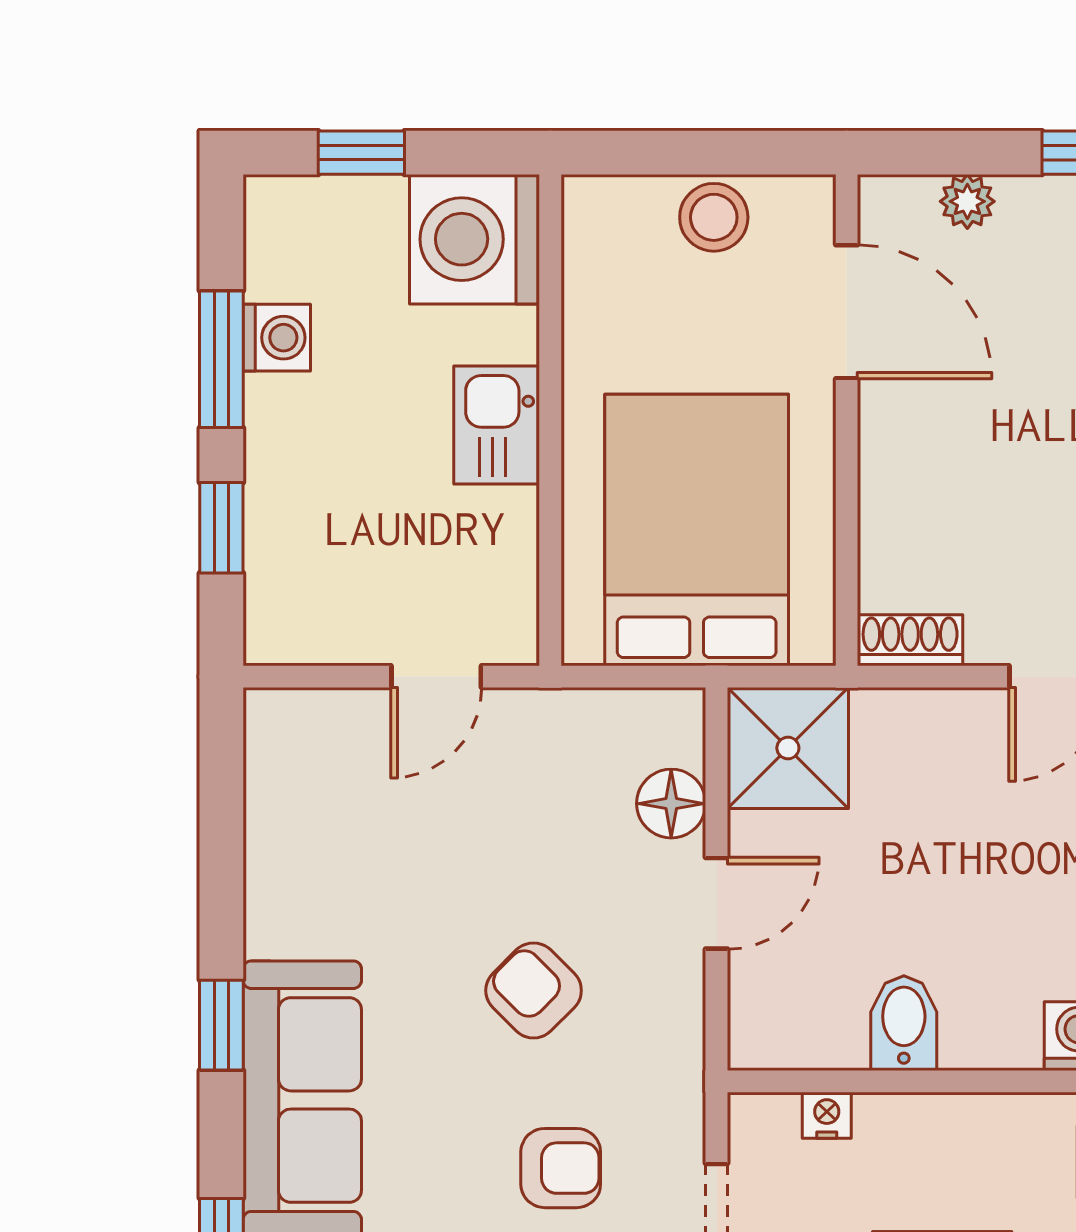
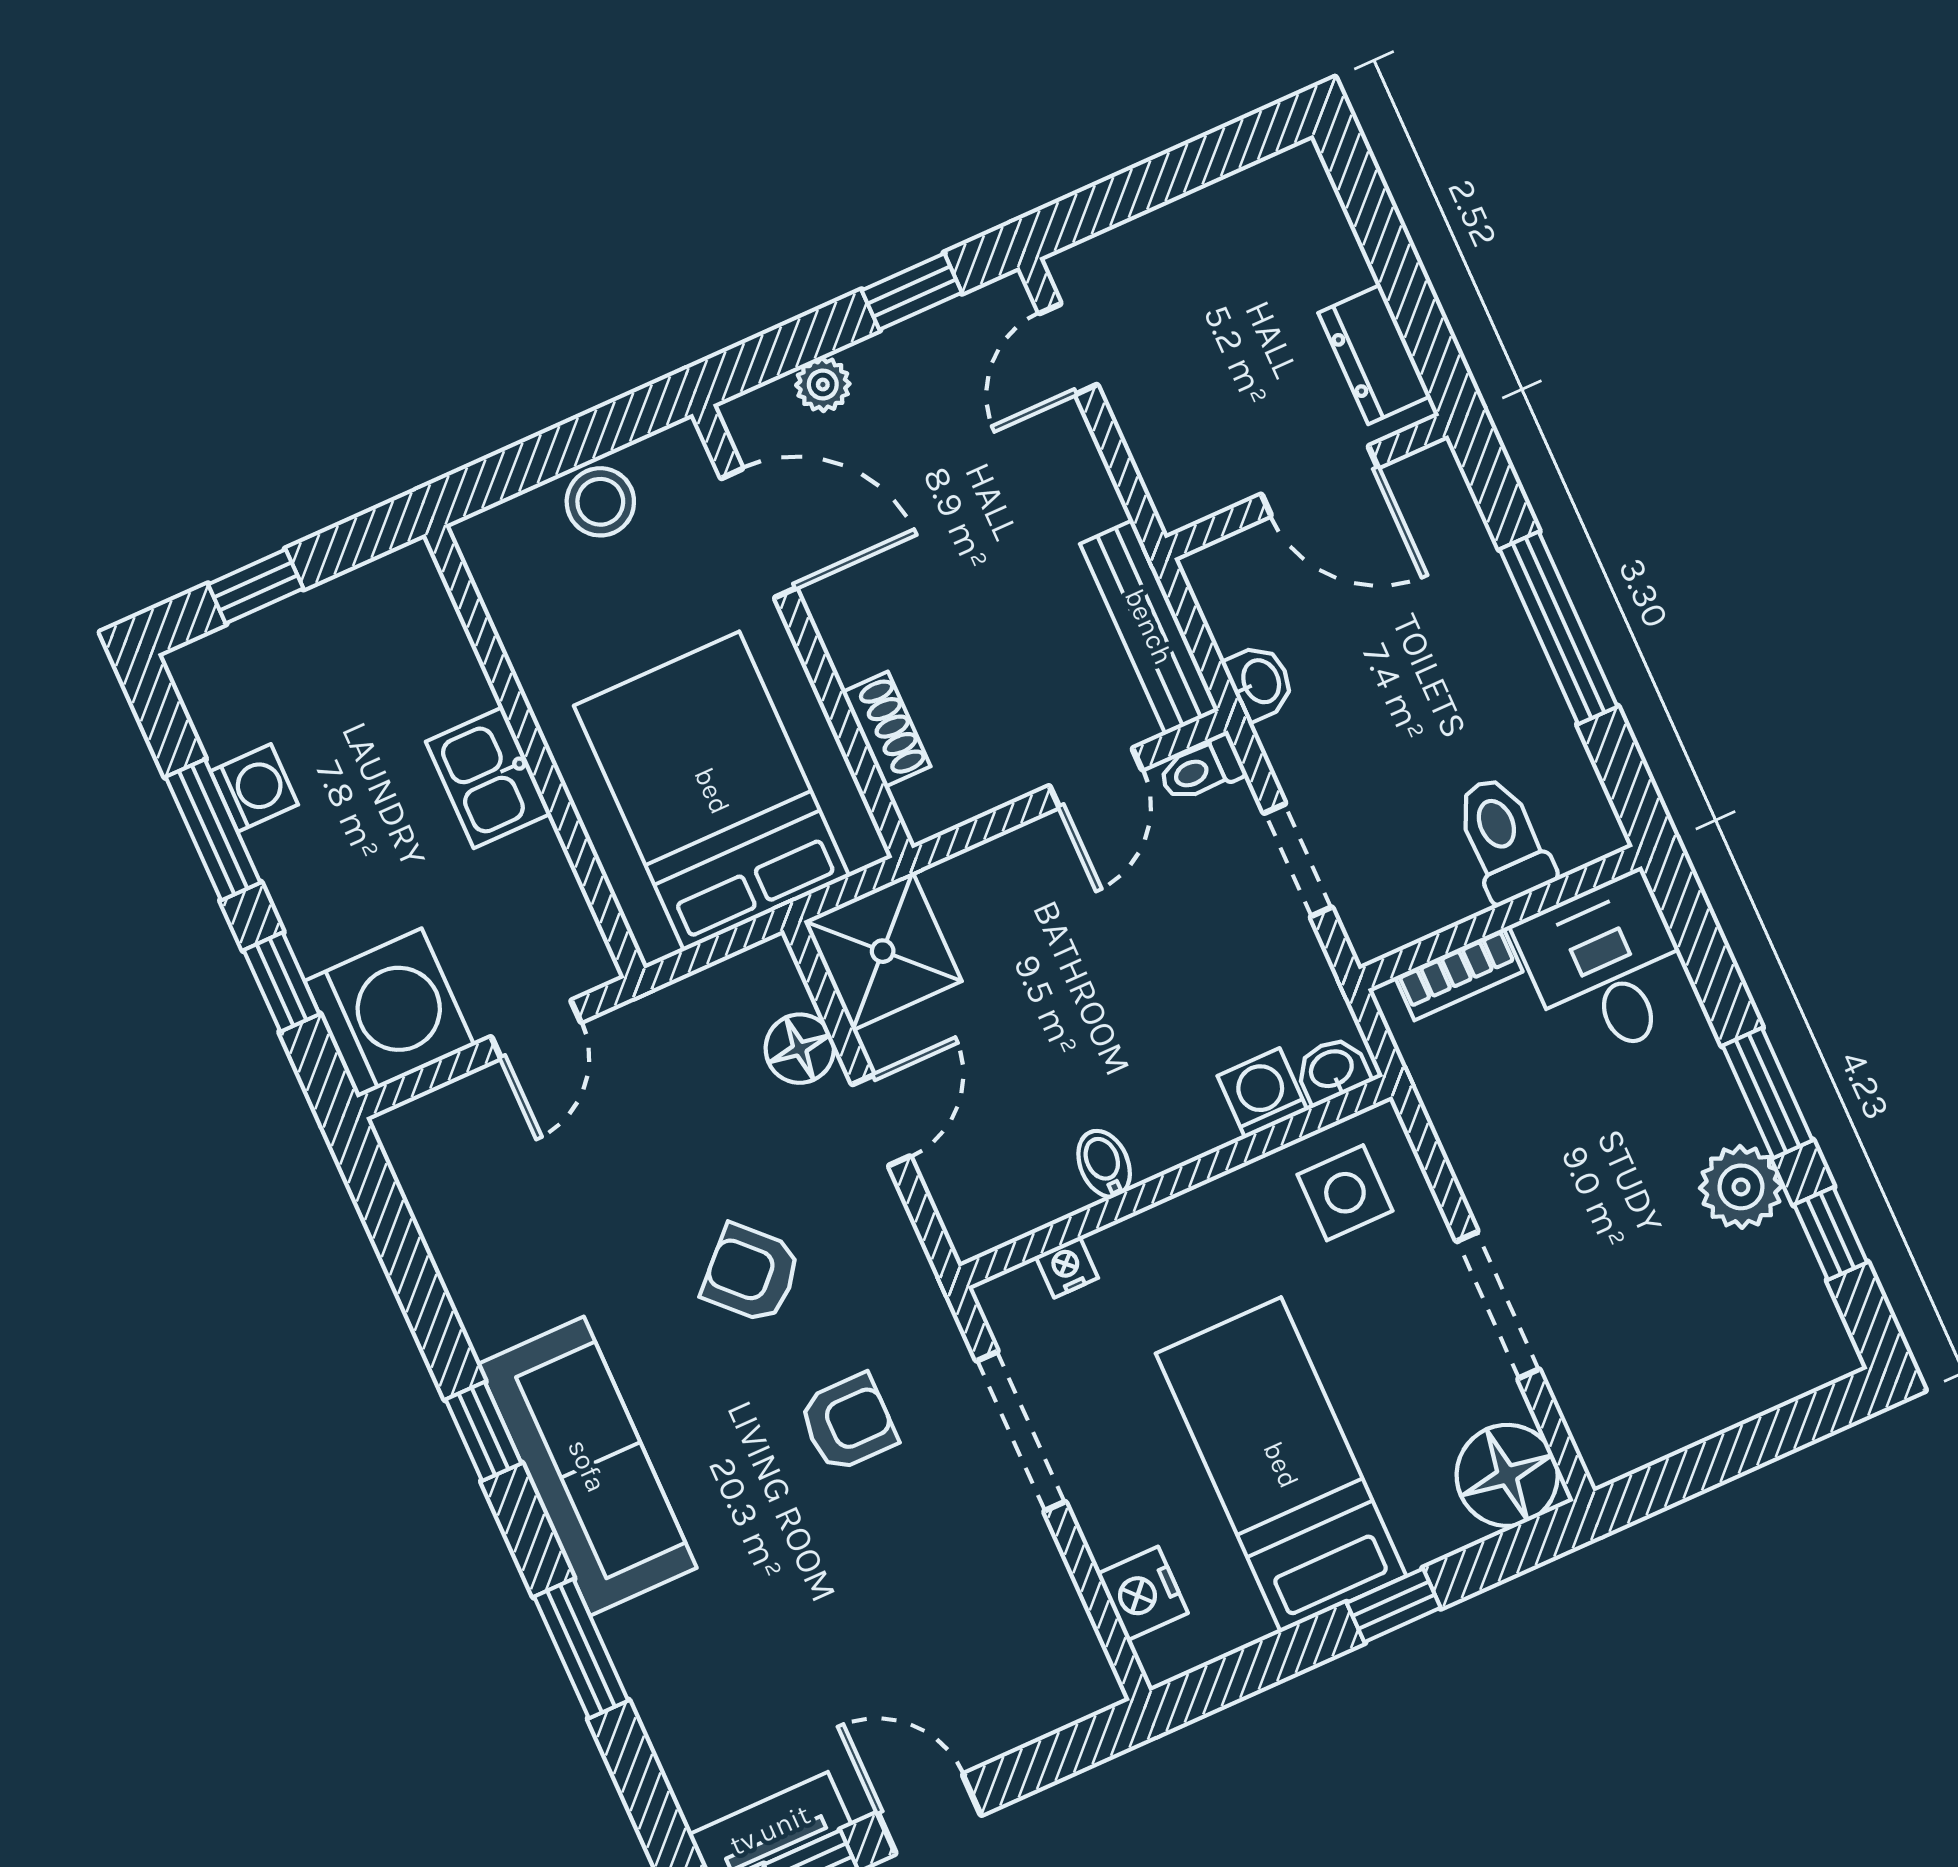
washing machine: (475, 239) -> (389, 1013), moved, turned 180
shoe rack: (910, 640) -> (886, 729), moved, turned 90
bidet: (904, 1023) -> (1104, 1164), width x0.72, depth x0.74

